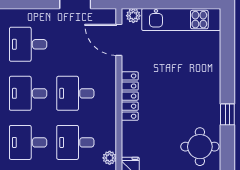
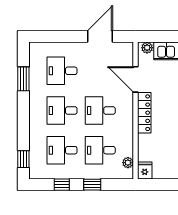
door: (119, 40) -> (135, 79), moved

